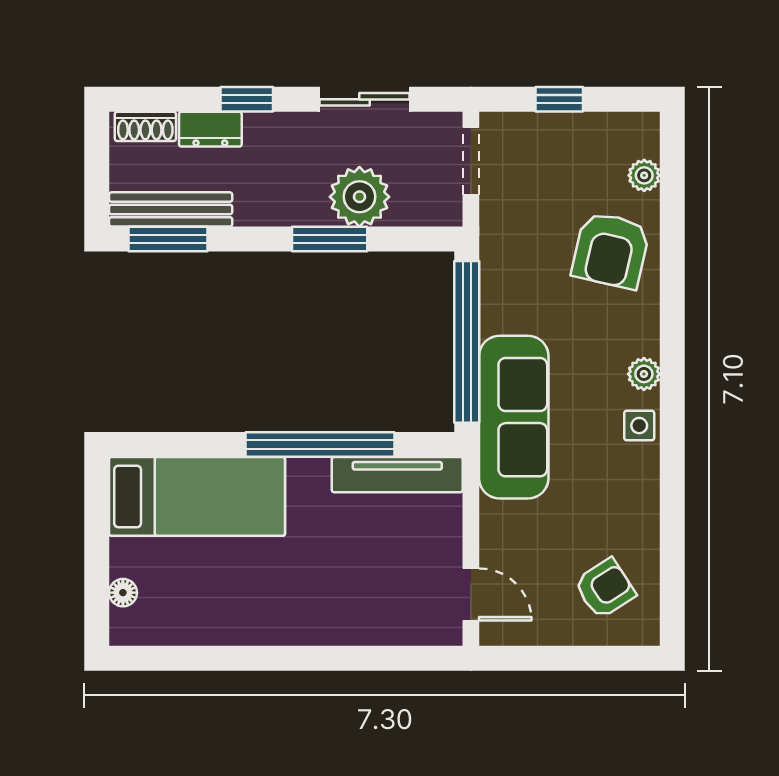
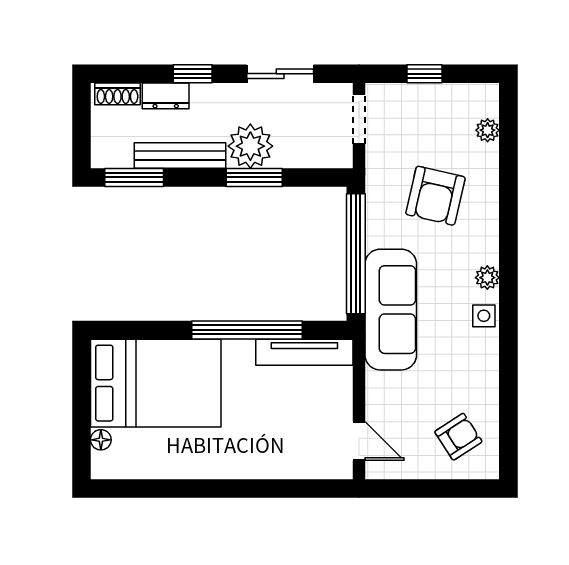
plant: (359, 197) -> (250, 146), moved
bench: (171, 209) -> (180, 155), moved
armchair: (611, 250) -> (435, 196), moved
bed: (197, 496) -> (156, 383), width x1.50

